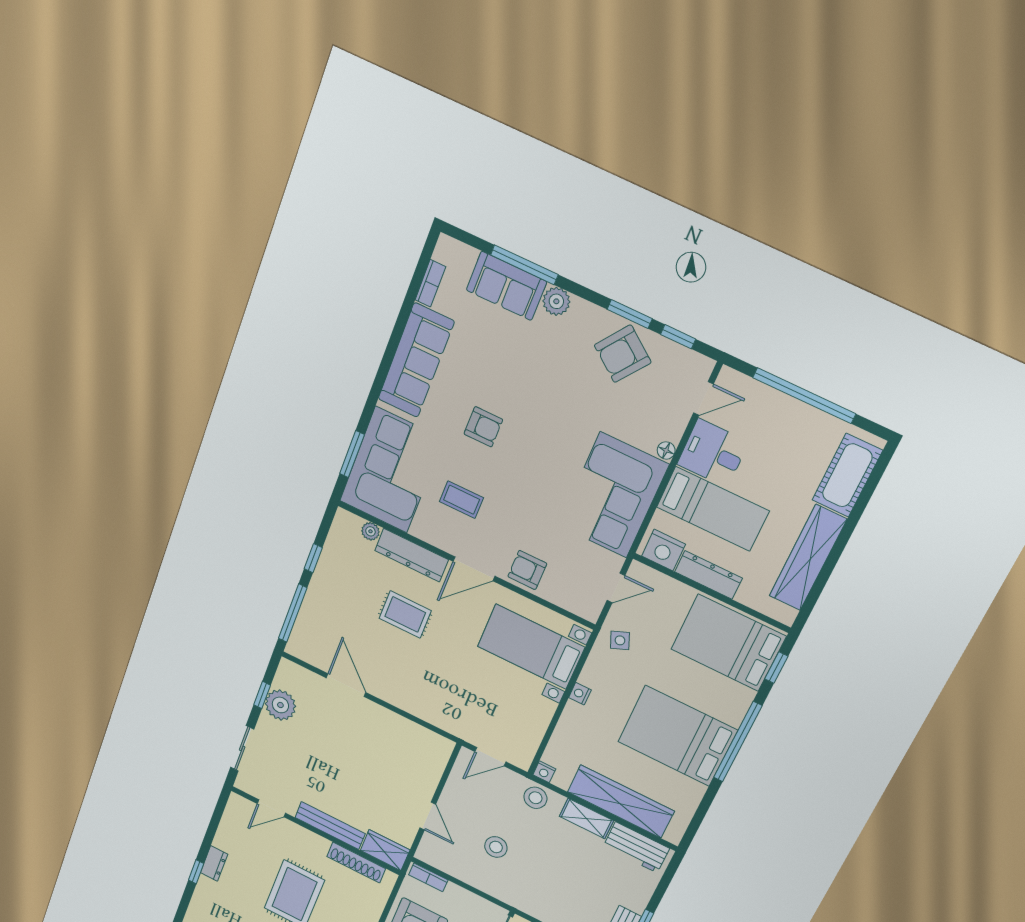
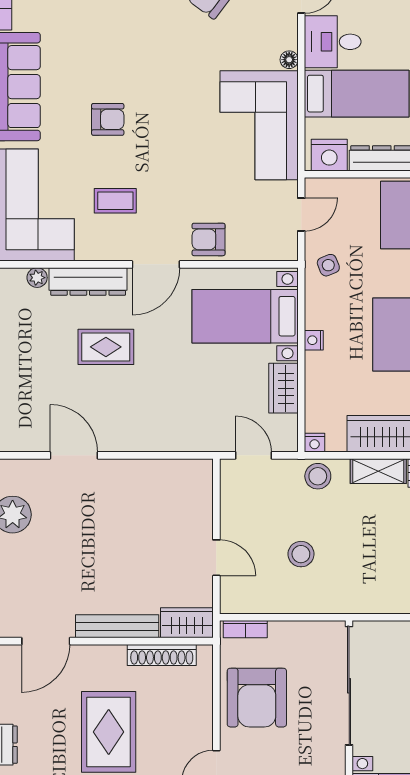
wardrobe: (538, 718) -> (284, 388), added
door: (490, 757) -> (254, 455), swing flipped
door: (271, 808) -> (46, 641), width x1.38

